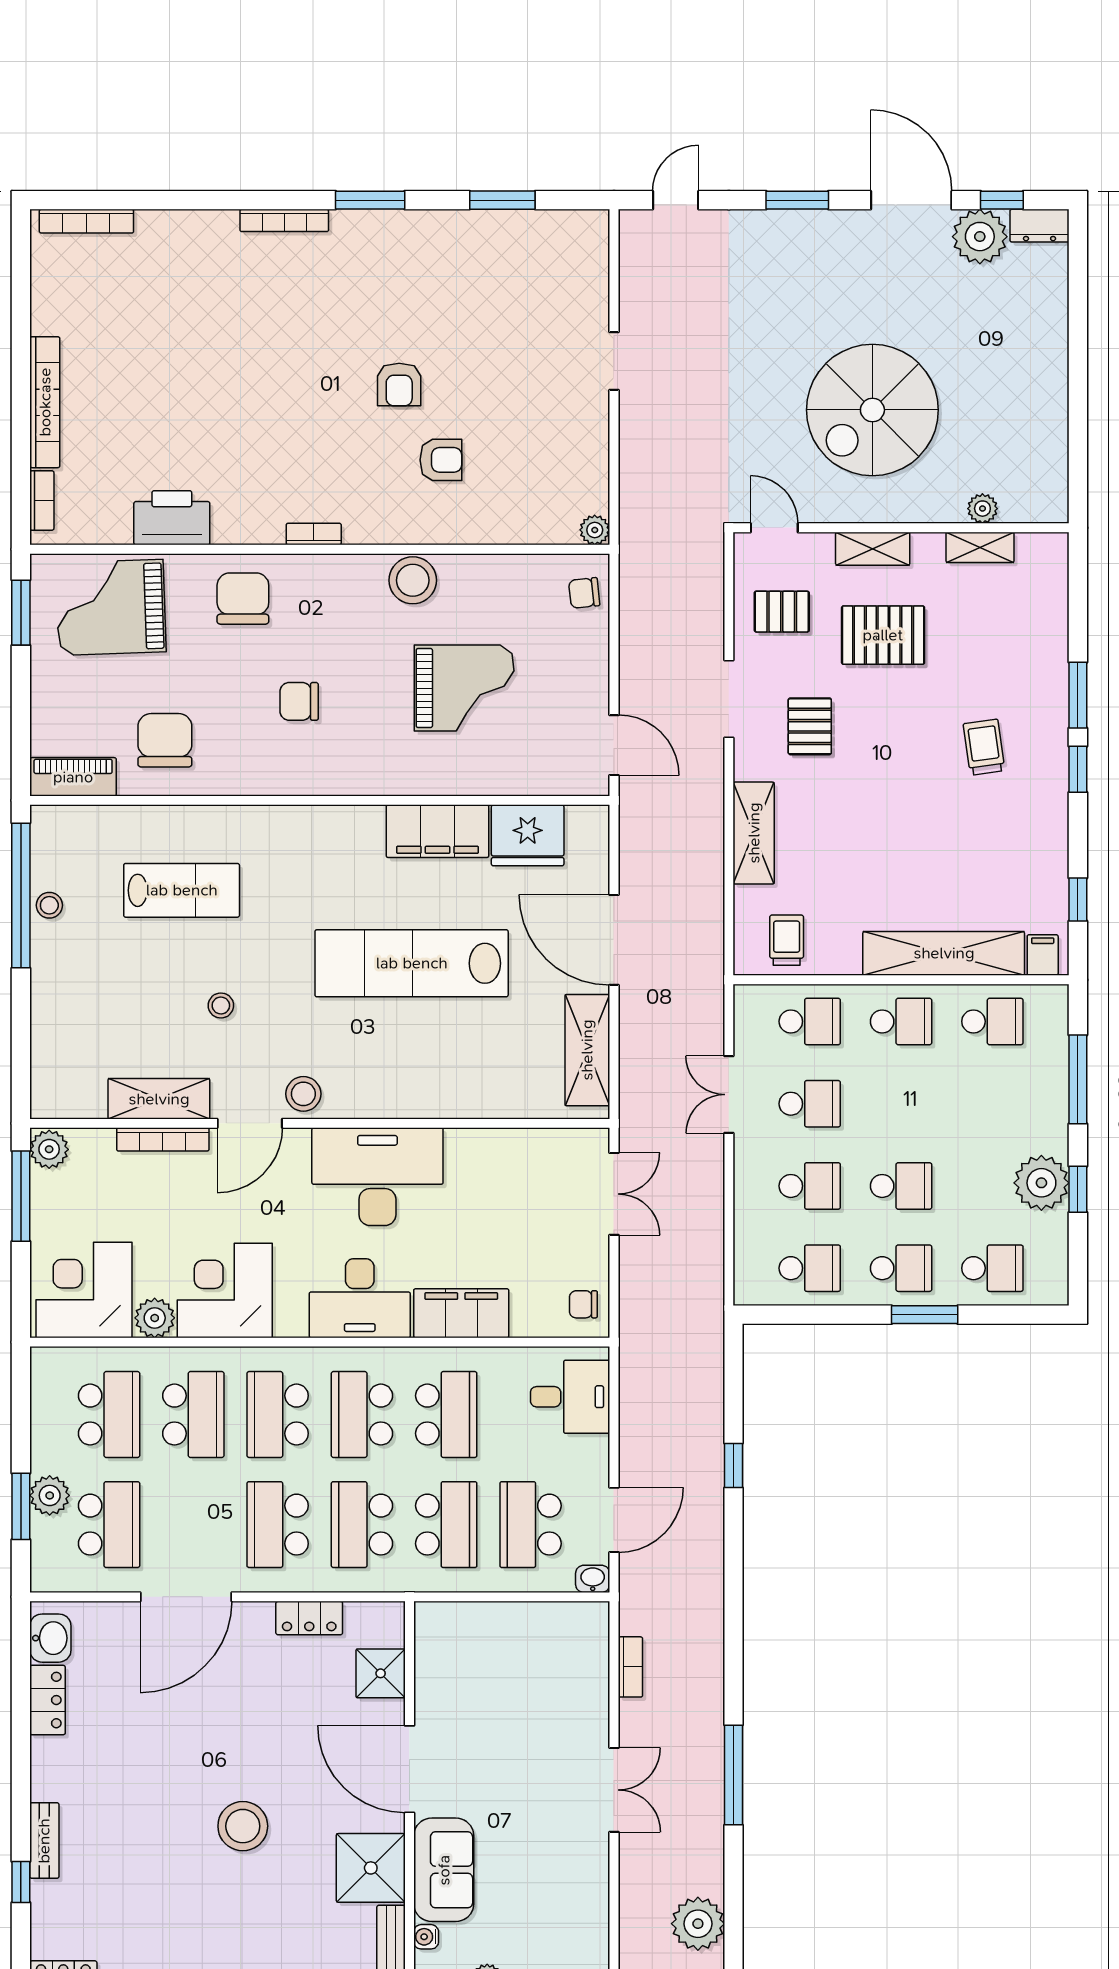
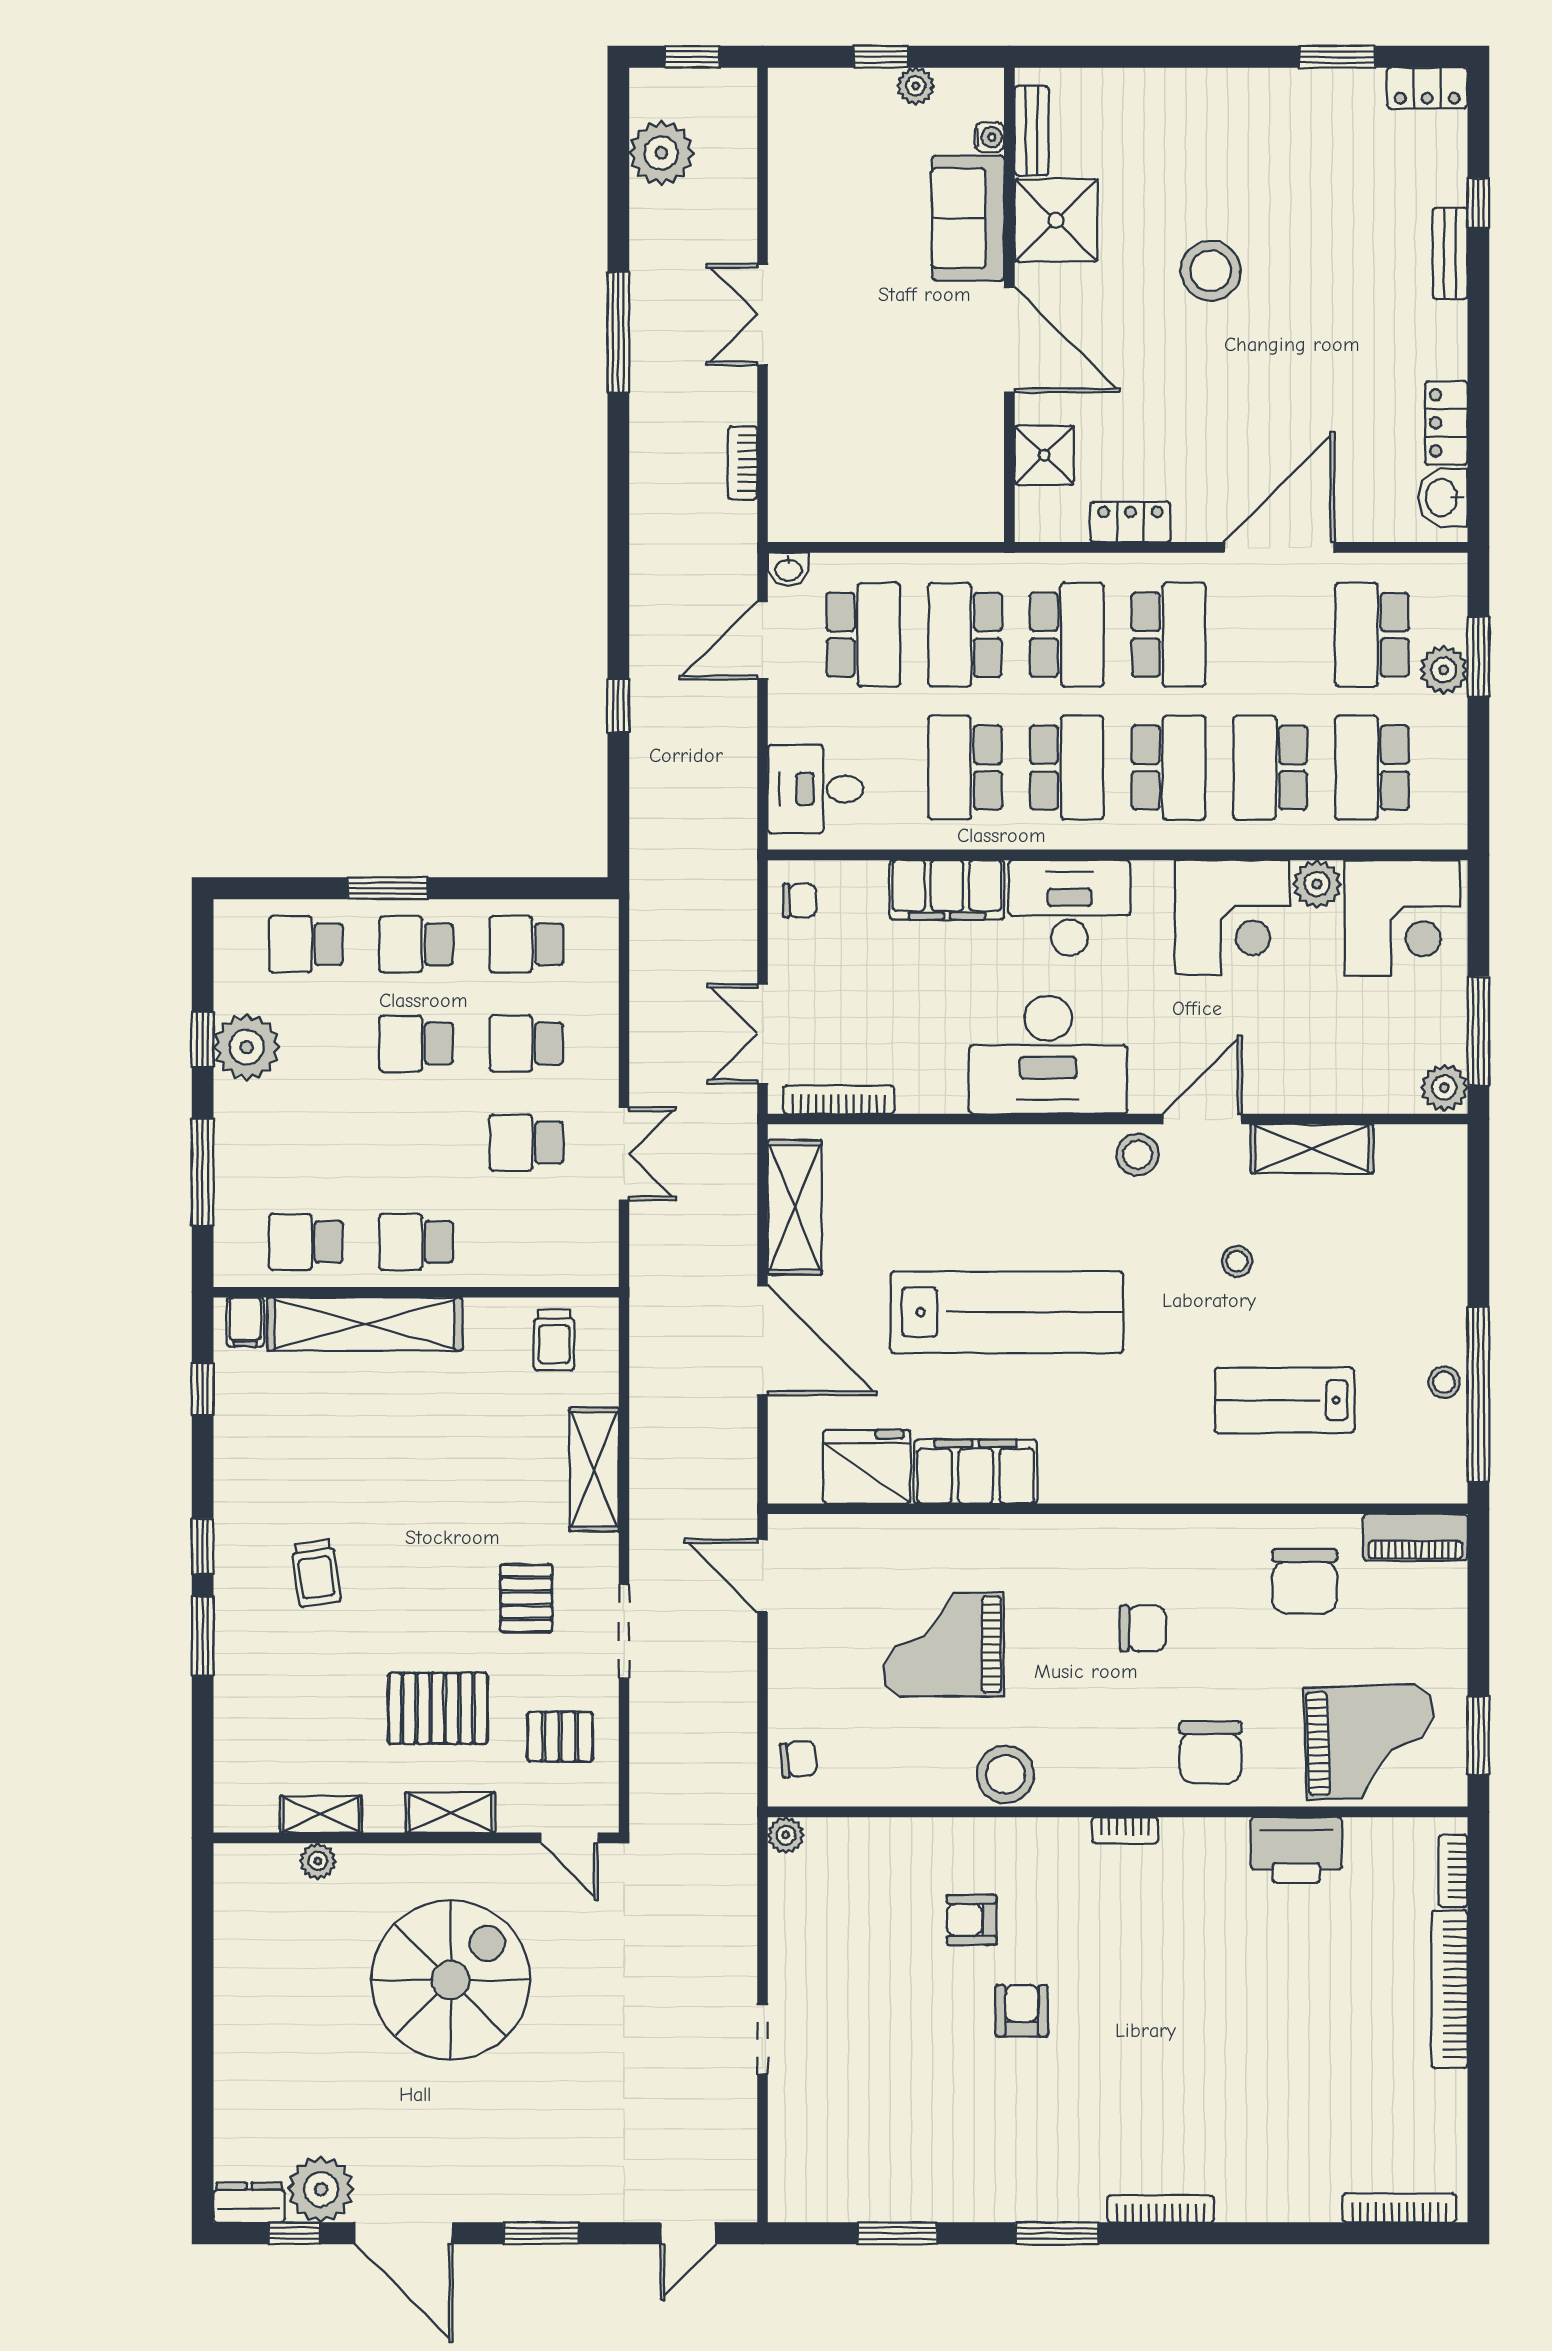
school desk: (810, 1021) -> (526, 1242), removed
bookcase: (163, 1139) -> (839, 1100), moved

